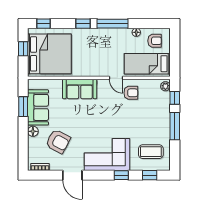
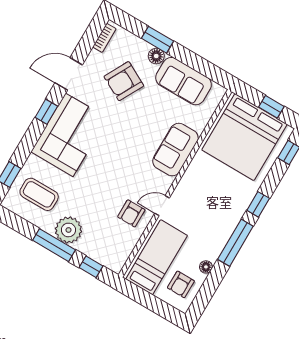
plant: (165, 86) -> (68, 230), moved, width x1.88, depth x1.88
window: (23, 107) -> (157, 40), moved
coffee table: (151, 152) -> (39, 194), turned 90
window: (121, 175) -> (46, 112), moved

